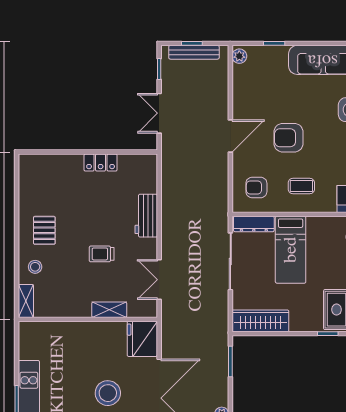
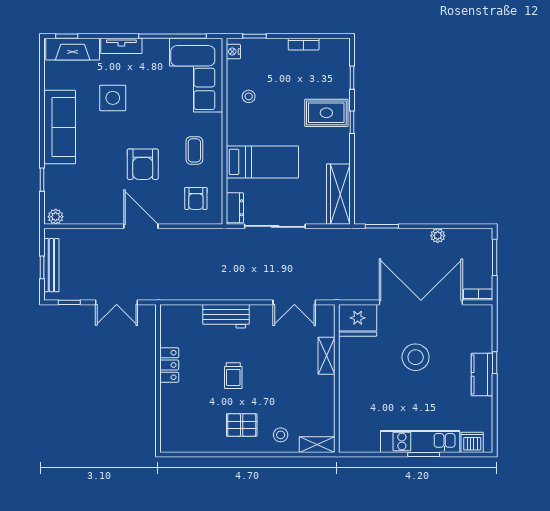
dresser: (254, 224) -> (235, 208), width x0.70
trolley: (102, 254) -> (233, 376), moved

